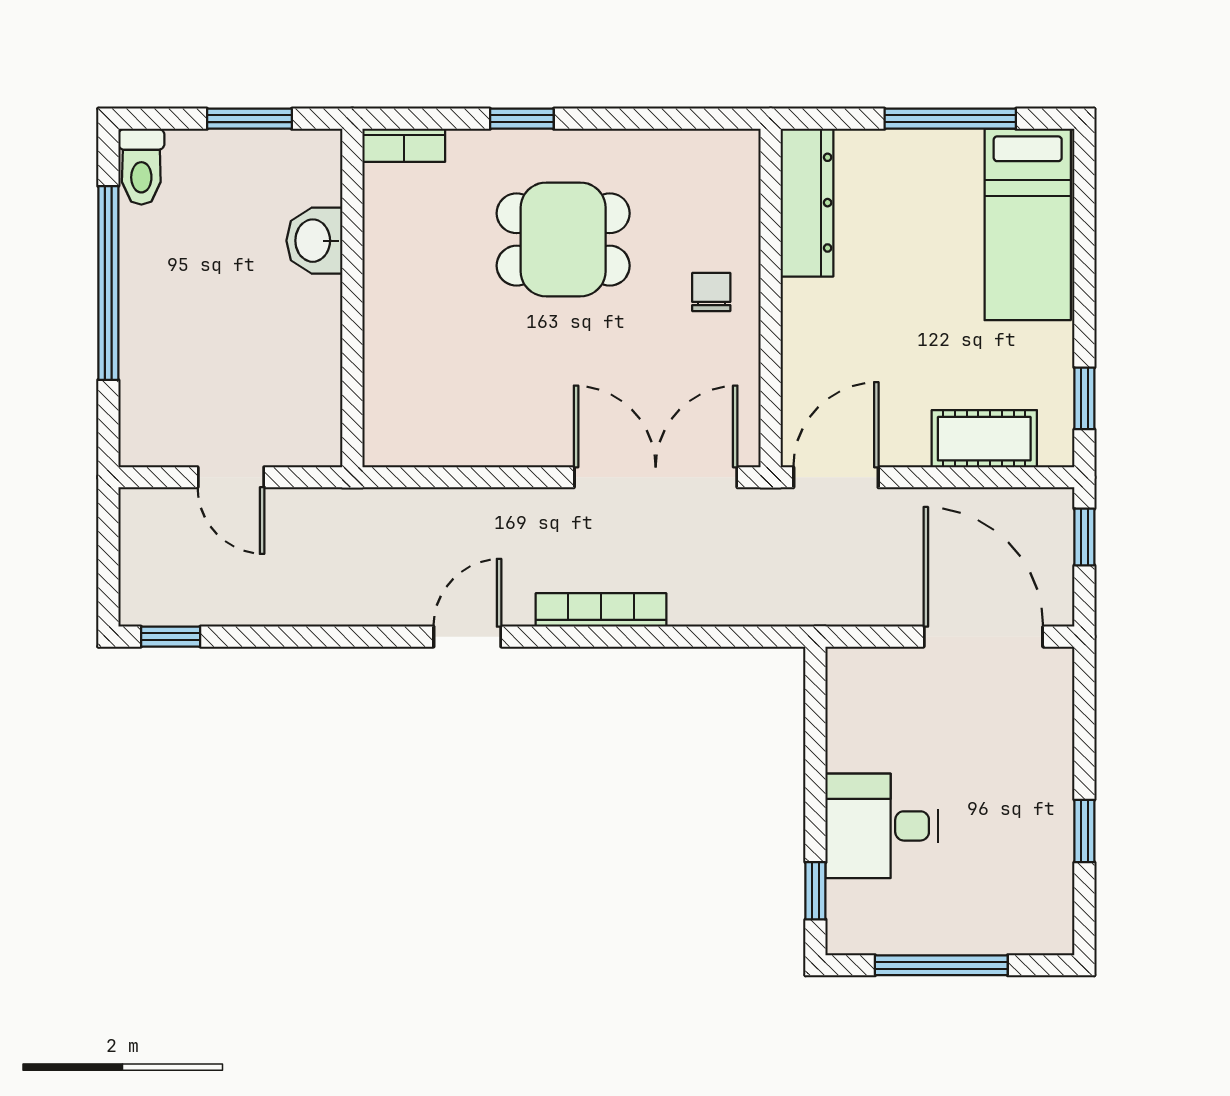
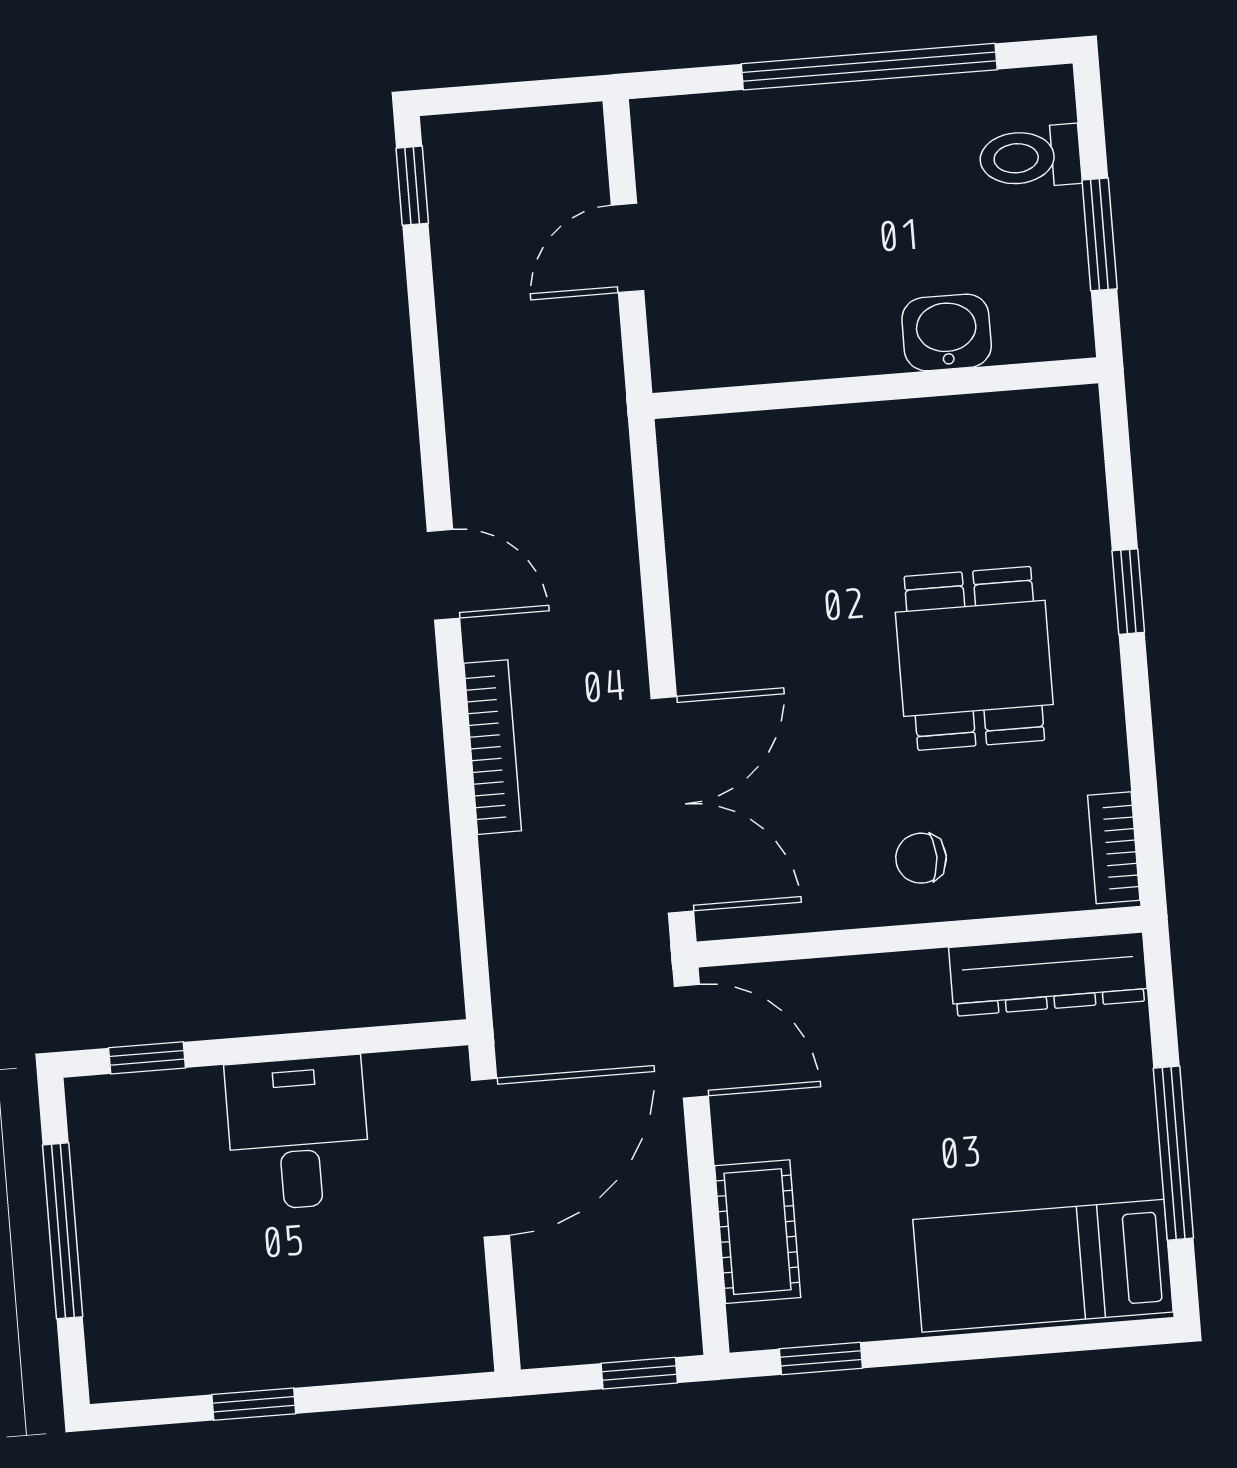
bookcase: (404, 145) -> (1114, 848), moved
toilet: (141, 167) -> (1030, 157), moved
chair: (711, 292) -> (921, 858), turned 180
door: (983, 637) -> (490, 1158), moved
desk: (882, 826) -> (298, 1133), moved

